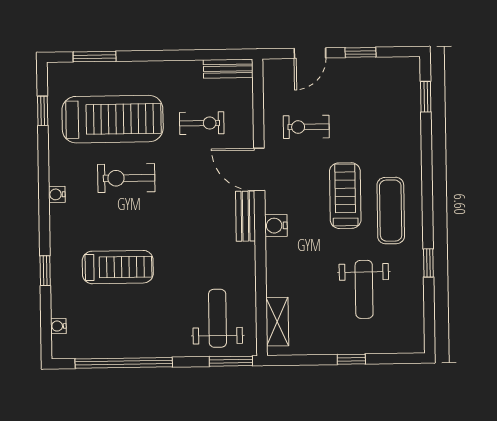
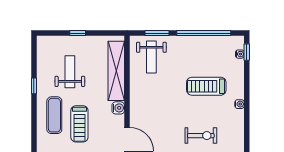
water cooler: (57, 194) -> (240, 104), moved
bench: (245, 216) -> (135, 113), removed
window: (45, 271) -> (247, 52), moved
shelving: (277, 322) -> (116, 71), width x2.20, depth x1.33
window: (231, 361) -> (157, 33), moved

